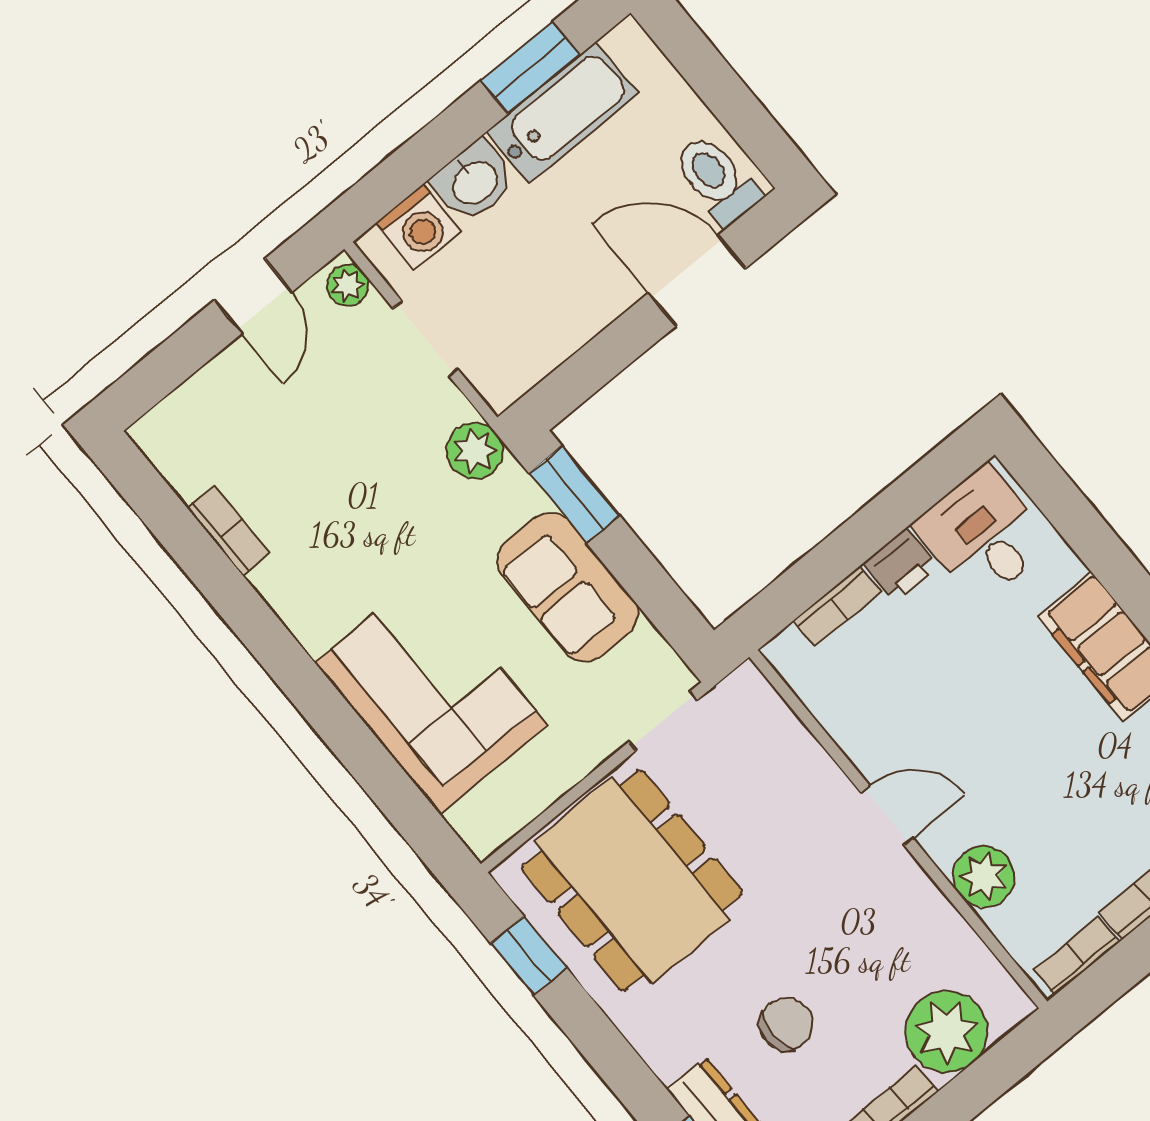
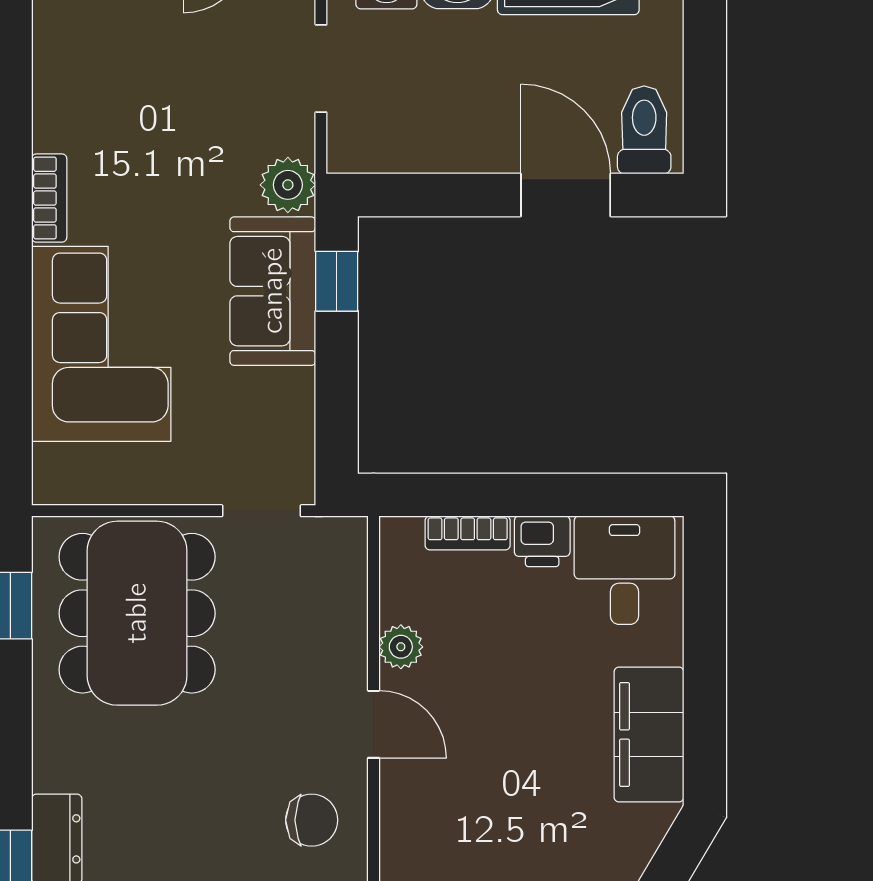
window: (574, 494) -> (337, 281), width x0.67
bookcase: (228, 530) -> (49, 198), moved
sofa: (568, 587) -> (273, 291), moved
plant: (984, 877) -> (401, 647), moved, width x0.73, depth x0.73
chair: (786, 1024) -> (312, 820), moved

